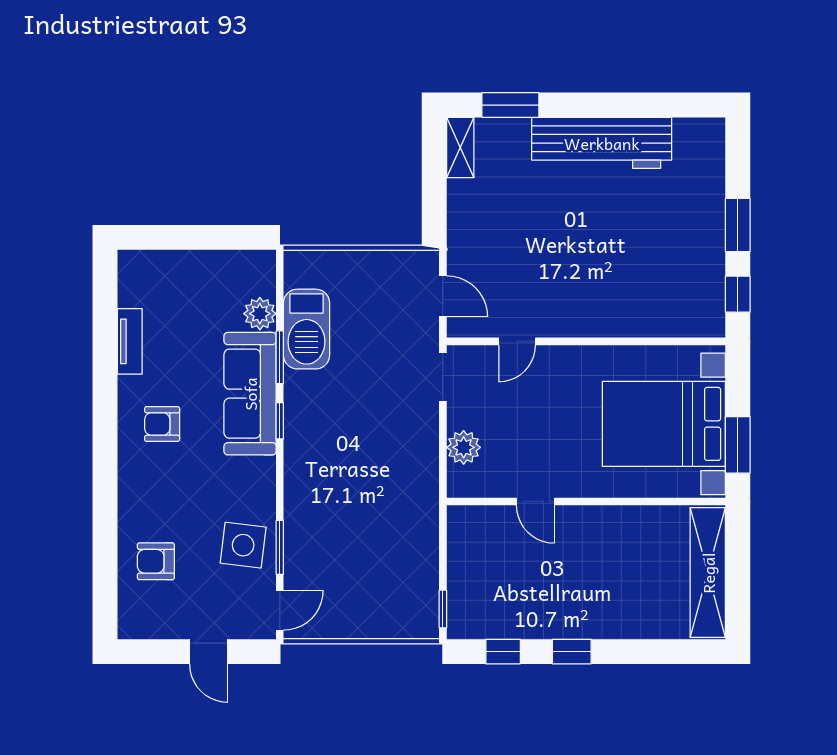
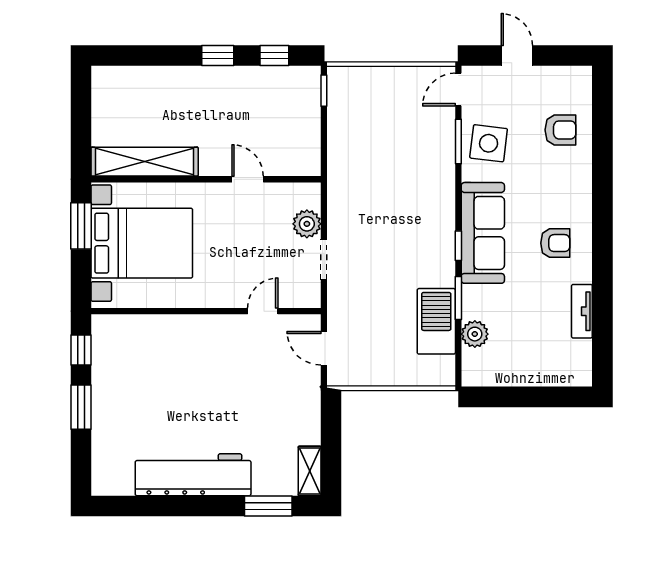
doorway: (443, 377) -> (324, 260), moved
sofa: (250, 394) -> (483, 233), moved
shelving: (708, 573) -> (145, 162), moved, turned 90

